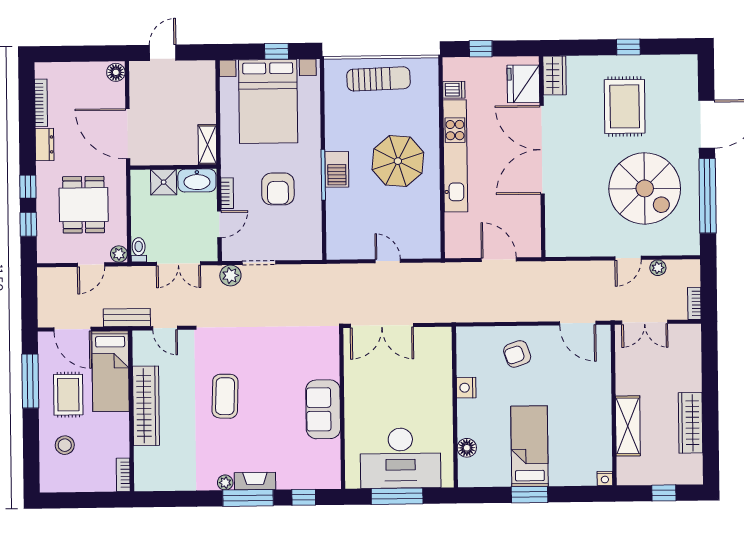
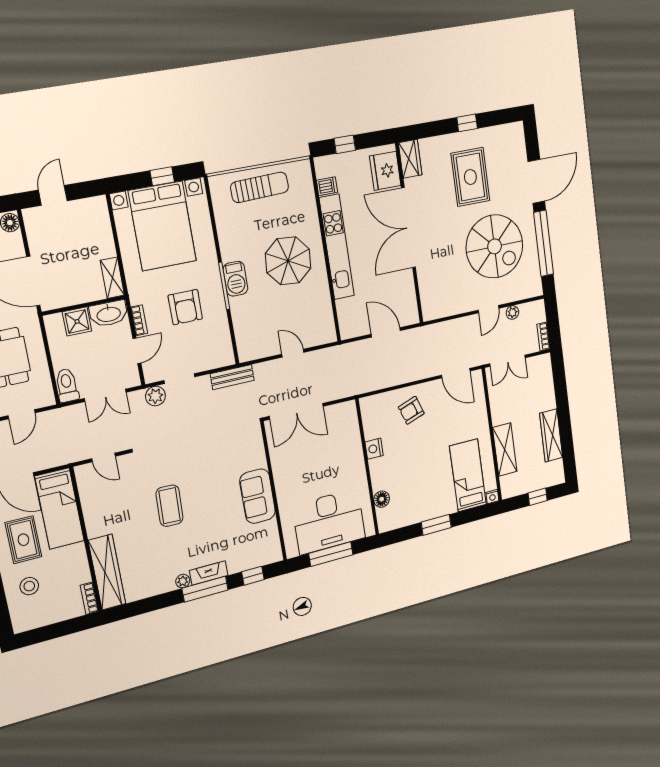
toilet: (139, 250) -> (67, 385), width x1.37, depth x1.39
plant: (119, 254) -> (47, 398), removed
bench: (127, 318) -> (232, 377), moved
wardrobe: (146, 406) -> (107, 572), moved
bed: (530, 446) -> (468, 475), moved

